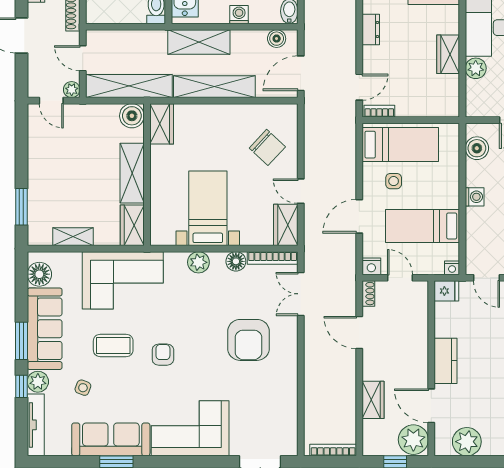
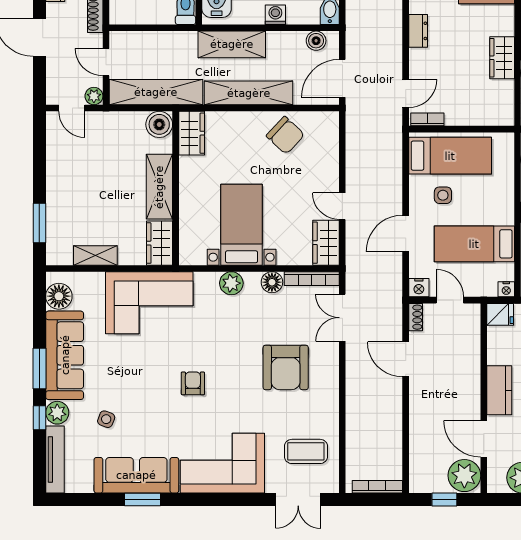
chair: (267, 147) -> (285, 135), moved
coffee table: (113, 345) -> (306, 451), moved
wardrobe: (373, 400) -> (421, 432), removed

